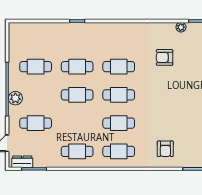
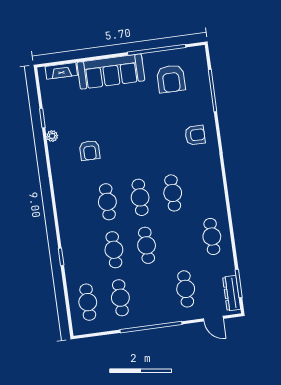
plant: (15, 98) -> (160, 316), removed
cafe table: (119, 151) -> (88, 302), moved
dresser: (22, 162) -> (232, 293), width x1.44

